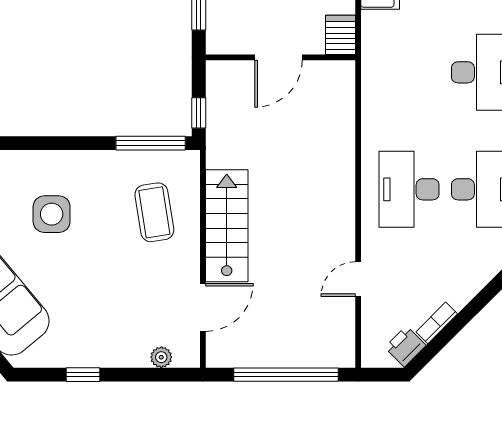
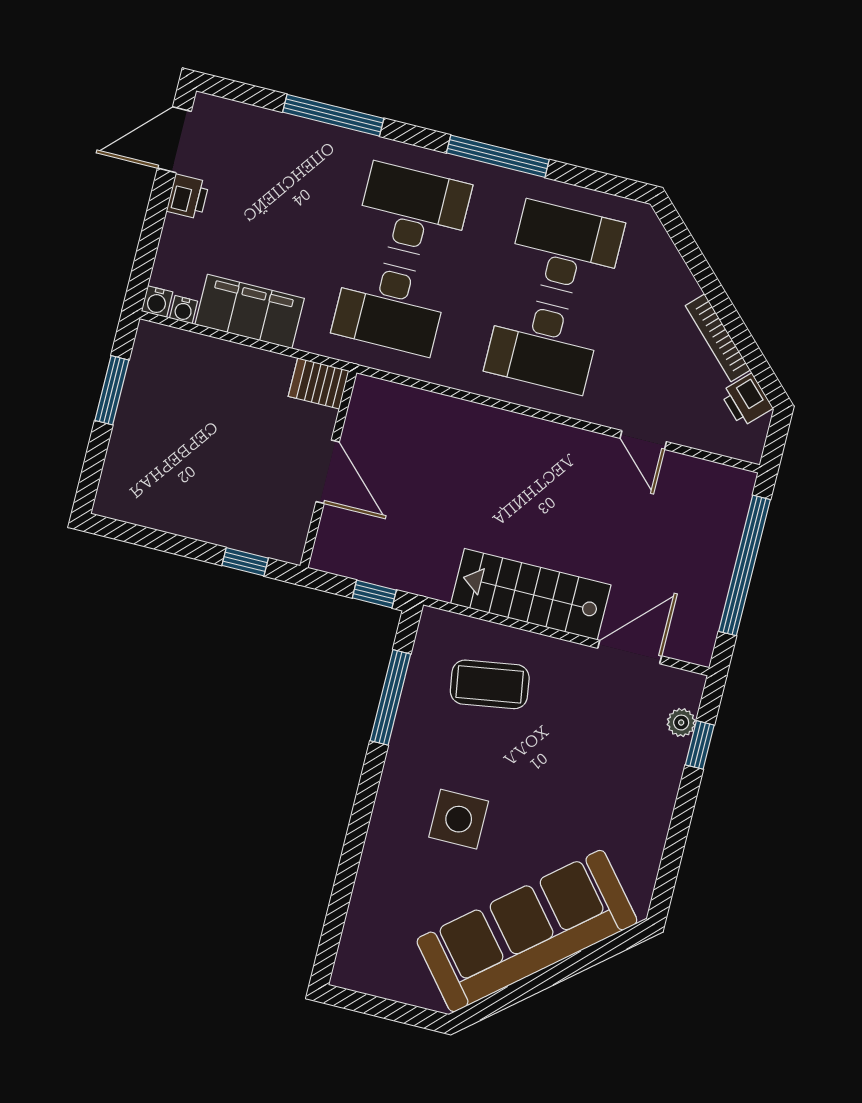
desk: (409, 72) -> (390, 306), added
window: (151, 143) -> (390, 697), moved
door: (203, 307) -> (630, 652), hinge flipped
bookcase: (437, 323) -> (718, 338), width x1.56
window: (83, 375) -> (700, 745), moved

